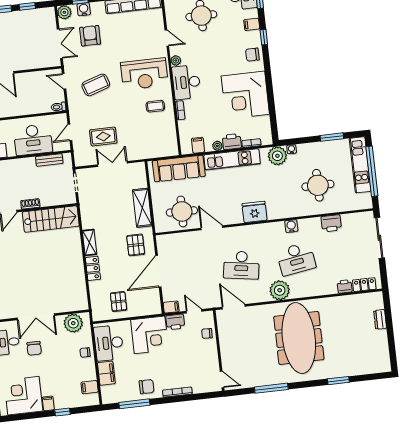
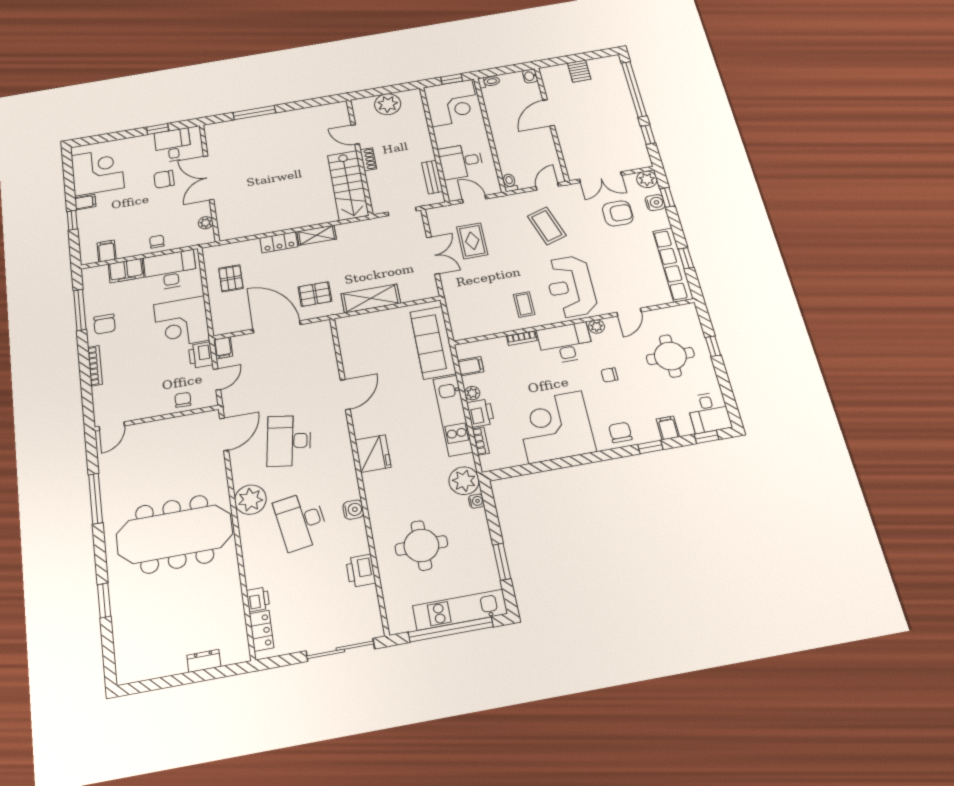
chair: (212, 56) -> (609, 375), added
desk: (33, 140) -> (461, 161), width x0.73
round table: (182, 211) -> (368, 352), removed
pallet: (119, 302) -> (231, 278), turned 90
plant: (73, 323) -> (206, 223), width x0.53, depth x0.53

